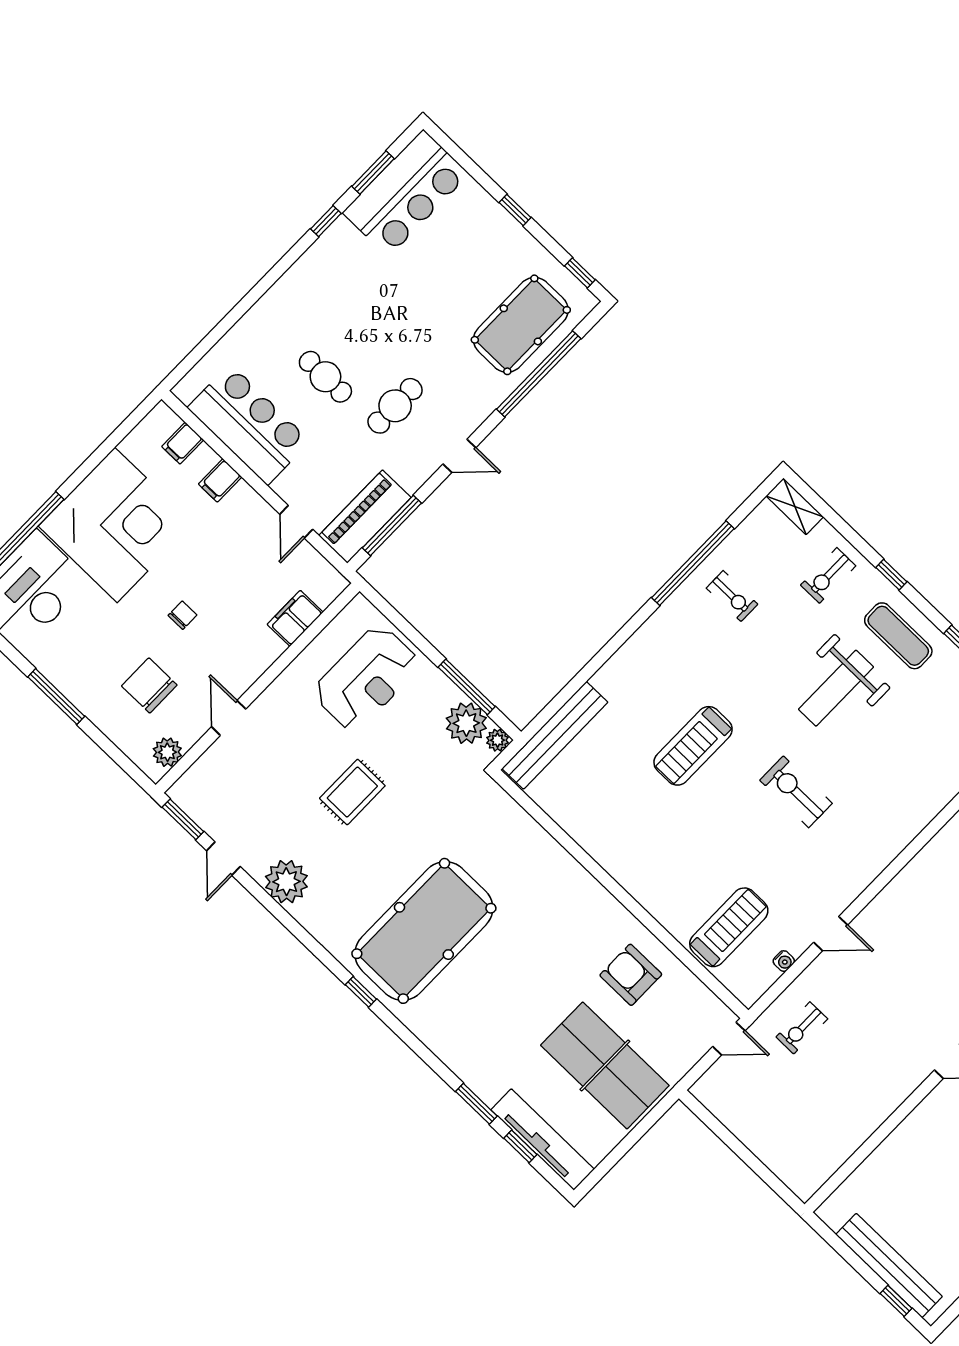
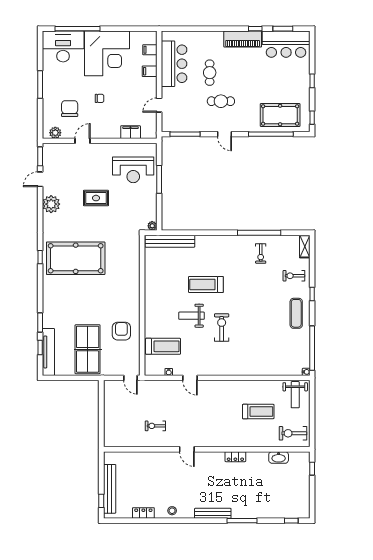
piano: (365, 517) -> (243, 39), moved, turned 180
window: (467, 687) -> (159, 179), moved
weight bench: (836, 688) -> (191, 316), moved, width x0.73, depth x0.75
plant: (466, 723) -> (148, 212), removed
exercise bike: (802, 1028) -> (155, 426), moved

